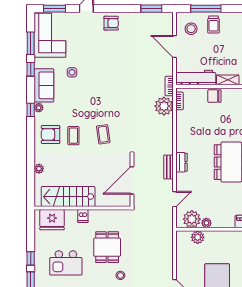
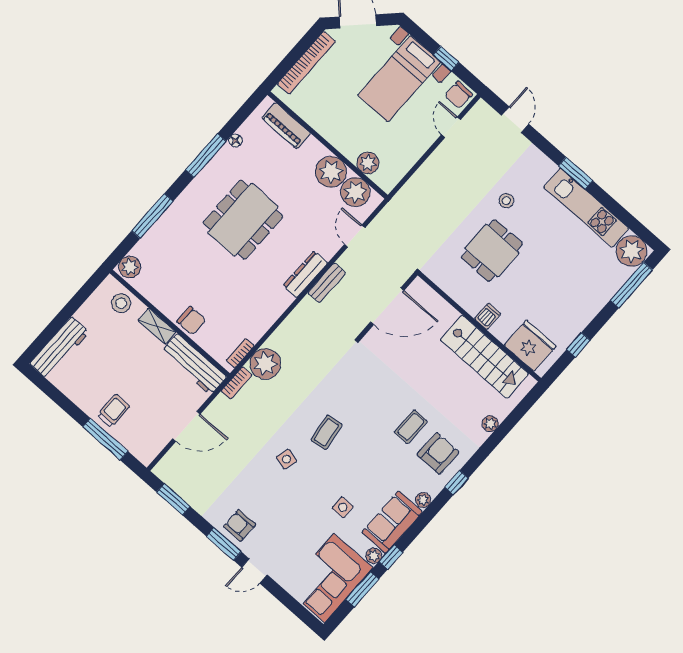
window: (54, 9) -> (224, 544), moved
stool: (191, 29) -> (146, 430), removed
door: (175, 47) -> (186, 426), hinge flipped
plant: (39, 63) -> (374, 556), added
side table: (116, 72) -> (286, 459), added
window: (31, 110) -> (456, 483), moved
coffee table: (103, 134) -> (326, 432), moved
armchair: (51, 135) -> (438, 453), turned -90
dresser: (181, 162) -> (305, 274), width x1.44
door: (175, 199) -> (355, 236), hinge flipped
plant: (206, 223) -> (331, 172), width x1.88, depth x1.88
window: (31, 258) -> (578, 345), moved
kitchen island: (66, 263) -> (561, 276), removed

